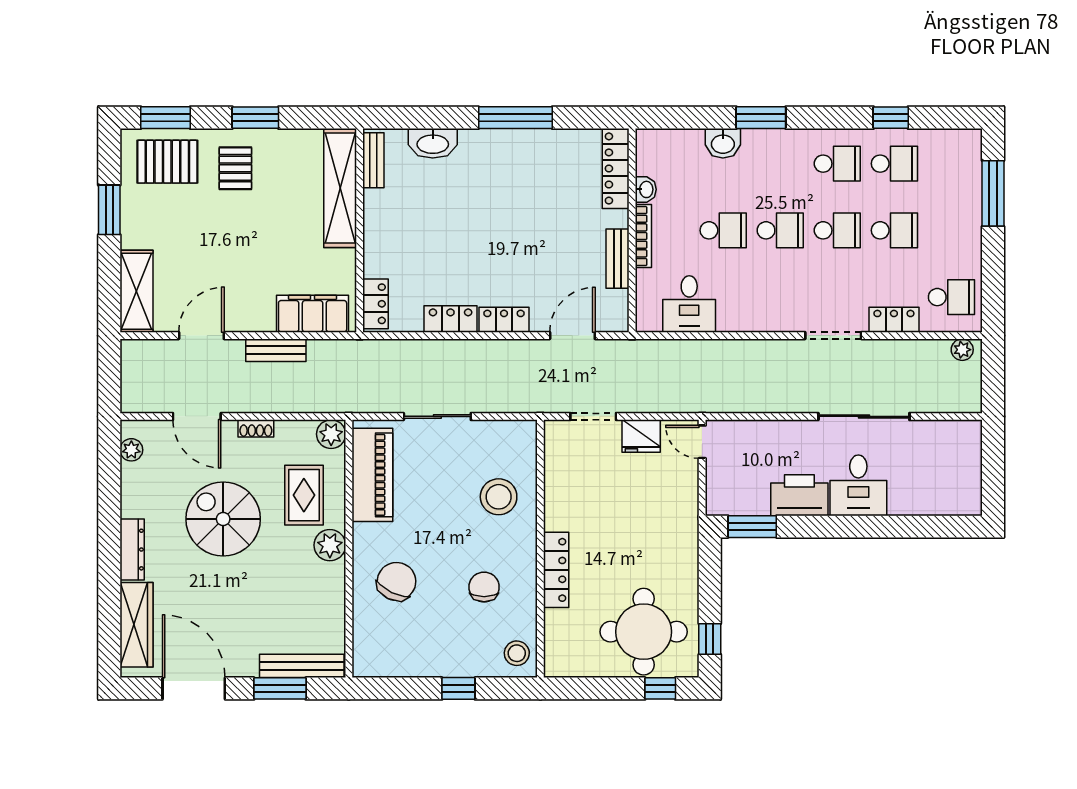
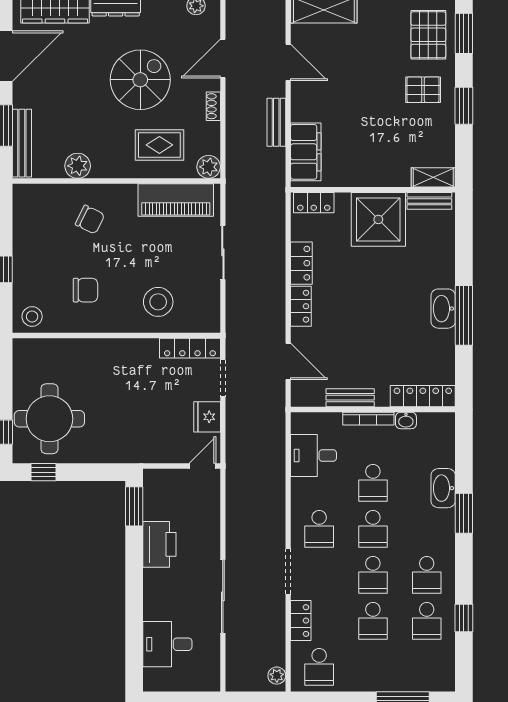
washbasin: (433, 143) -> (443, 309), moved
washbasin: (723, 143) -> (443, 488), width x1.38
shelving: (340, 188) -> (433, 177), width x0.45, depth x0.75
shower: (396, 224) -> (378, 219), added
school desk: (780, 297) -> (319, 529), added
desk: (858, 485) -> (167, 644), moved
plant: (330, 545) -> (78, 166), moved
locker: (556, 570) -> (190, 348), moved
chair: (396, 581) -> (90, 220), width x0.73, depth x0.73

